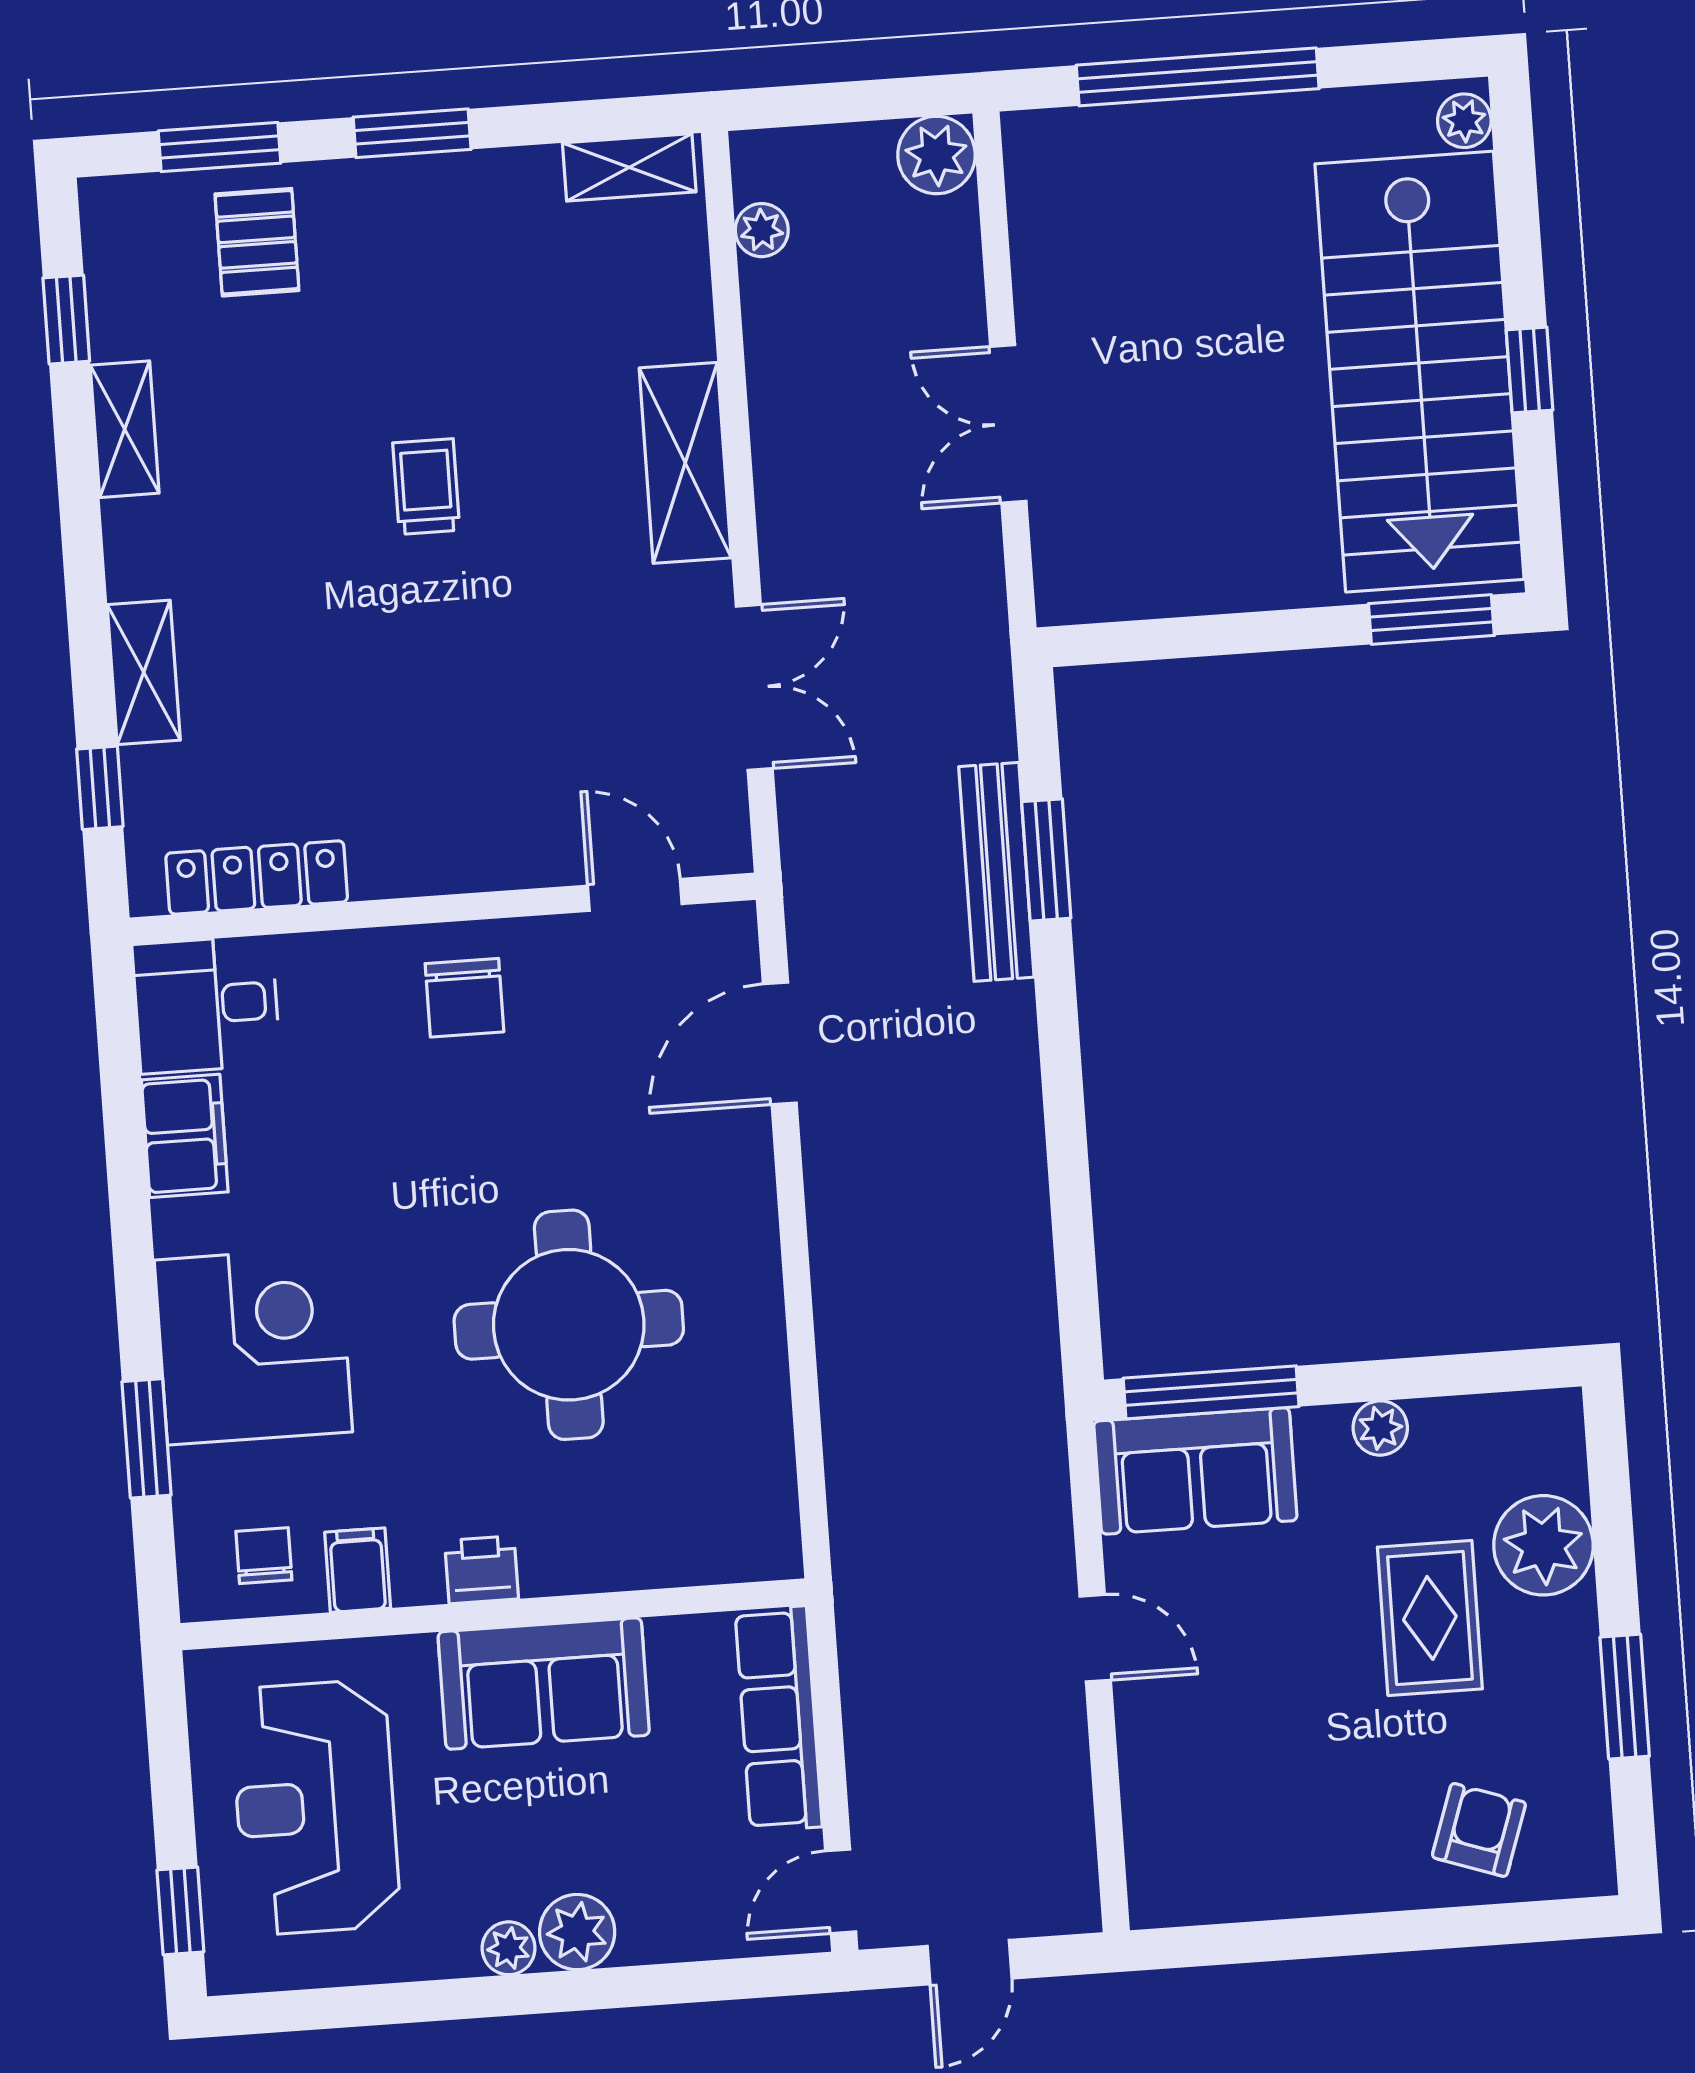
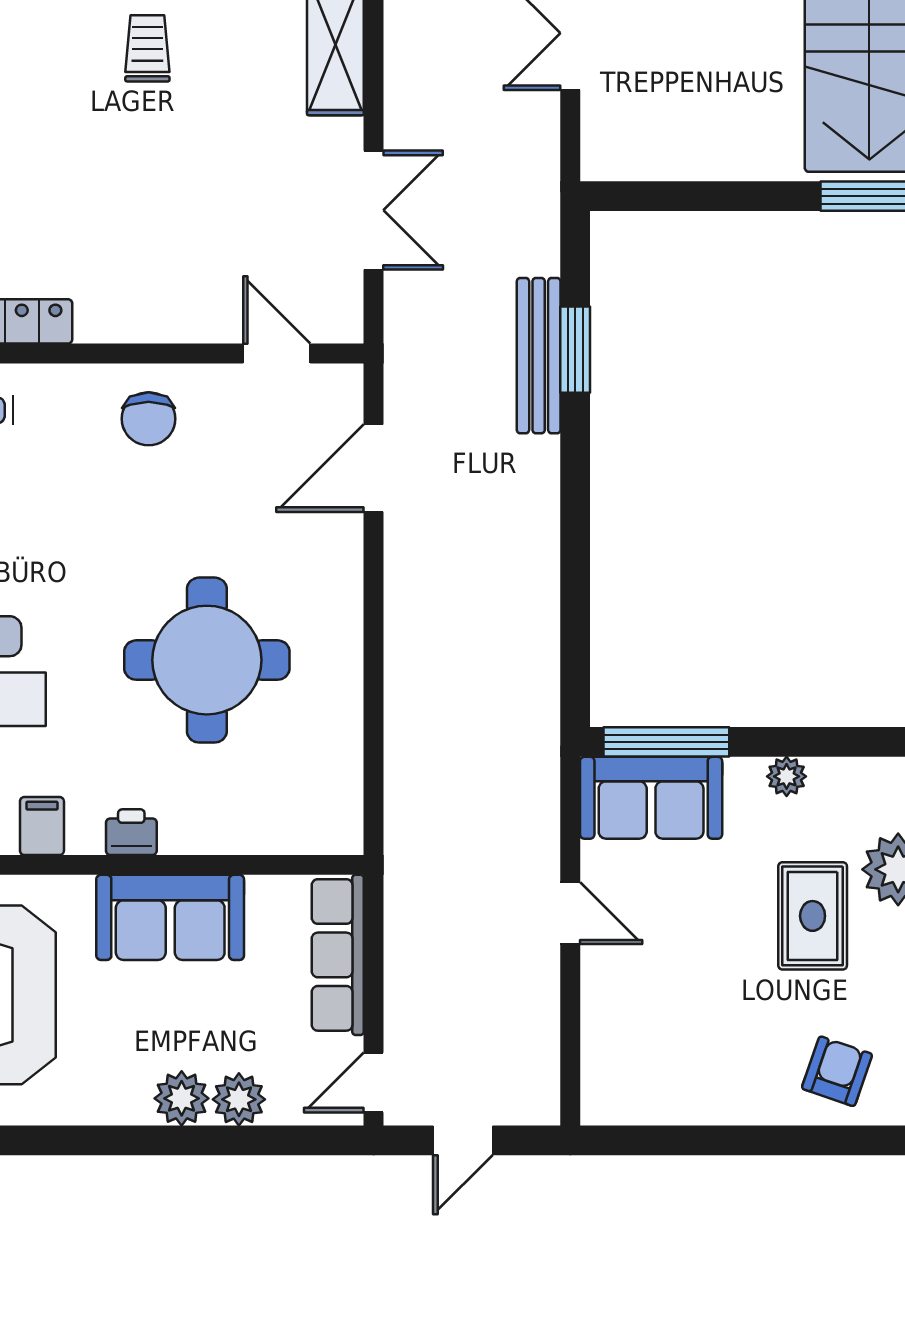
plant: (509, 1948) -> (239, 1099), moved, width x1.38, depth x1.38

